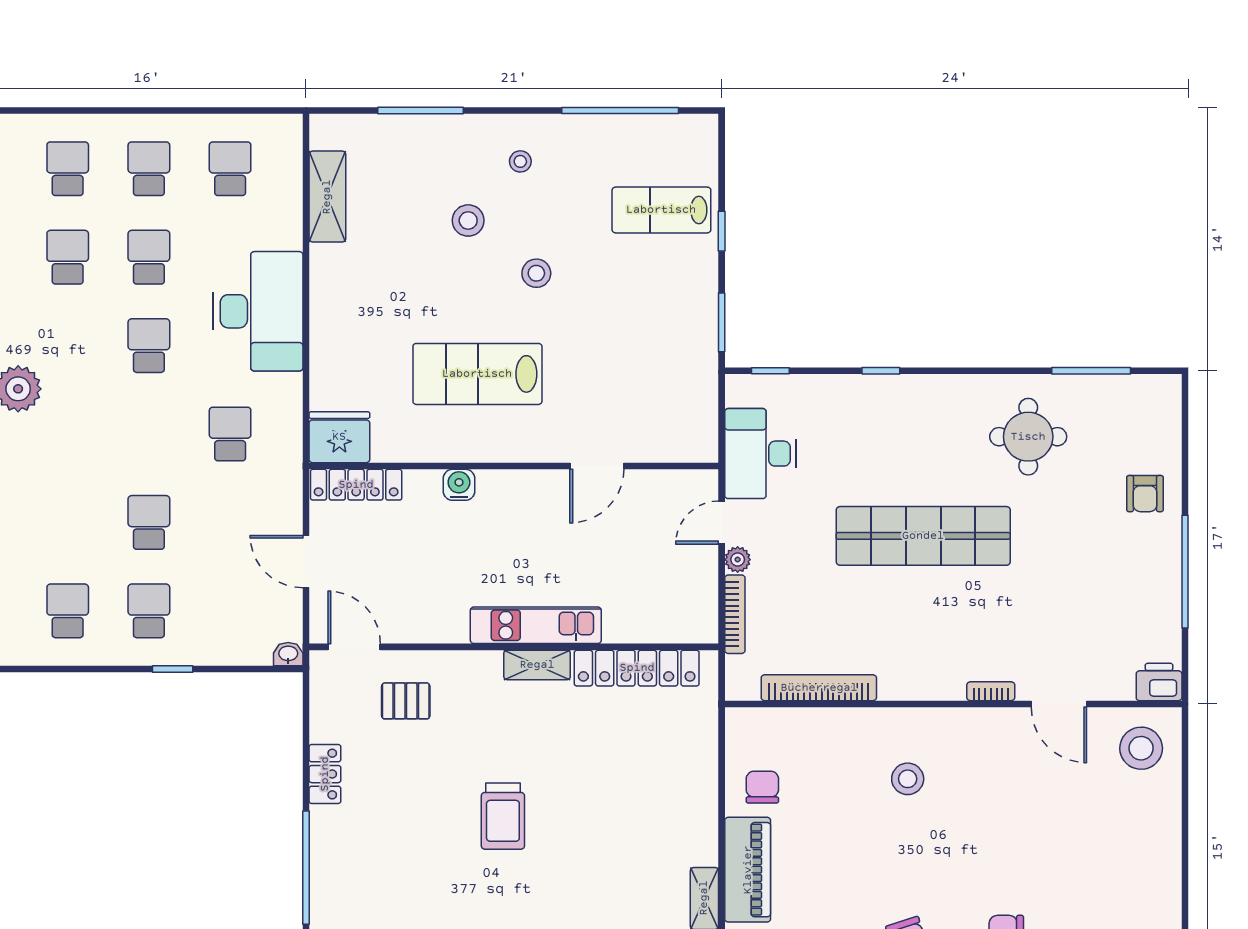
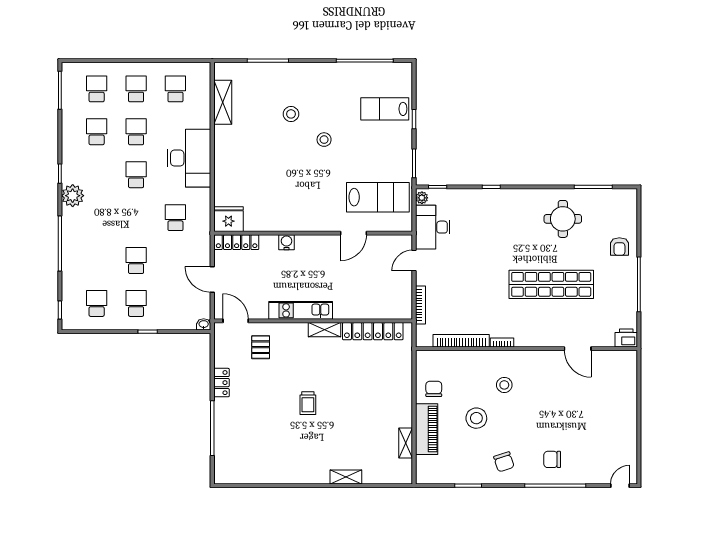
stool: (520, 161) -> (316, 85), removed
lab bench: (477, 374) -> (378, 197), moved, turned 180
shop shelf: (923, 536) -> (551, 284), moved
plant: (738, 560) -> (422, 198), moved
kitchen unit: (536, 625) -> (301, 310), moved
bookcase: (991, 691) -> (502, 342), moved
pallet: (406, 701) -> (261, 347), turned 90
stool: (1141, 748) -> (476, 418), moved
trolley: (503, 816) -> (308, 403), width x0.73, depth x0.72

